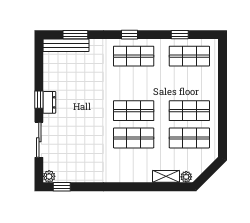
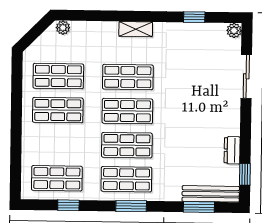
window: (130, 35) -> (131, 206), width x1.50
shop shelf: (134, 83) -> (127, 145), added
window: (39, 100) -> (245, 174), moved
dresser: (49, 102) -> (232, 150), moved
shelving: (166, 176) -> (136, 29), moved
window: (62, 187) -> (194, 17), moved

